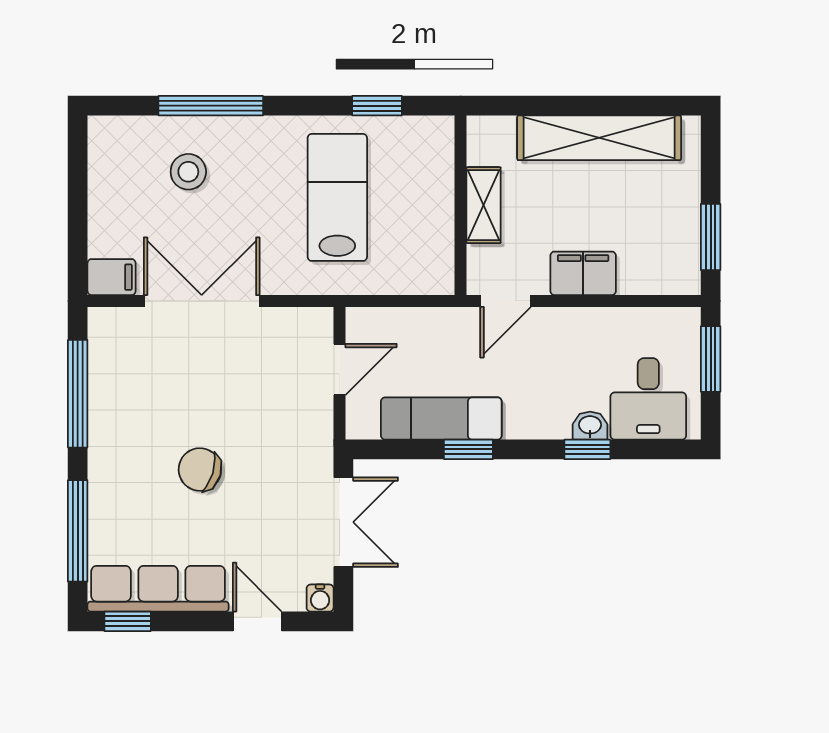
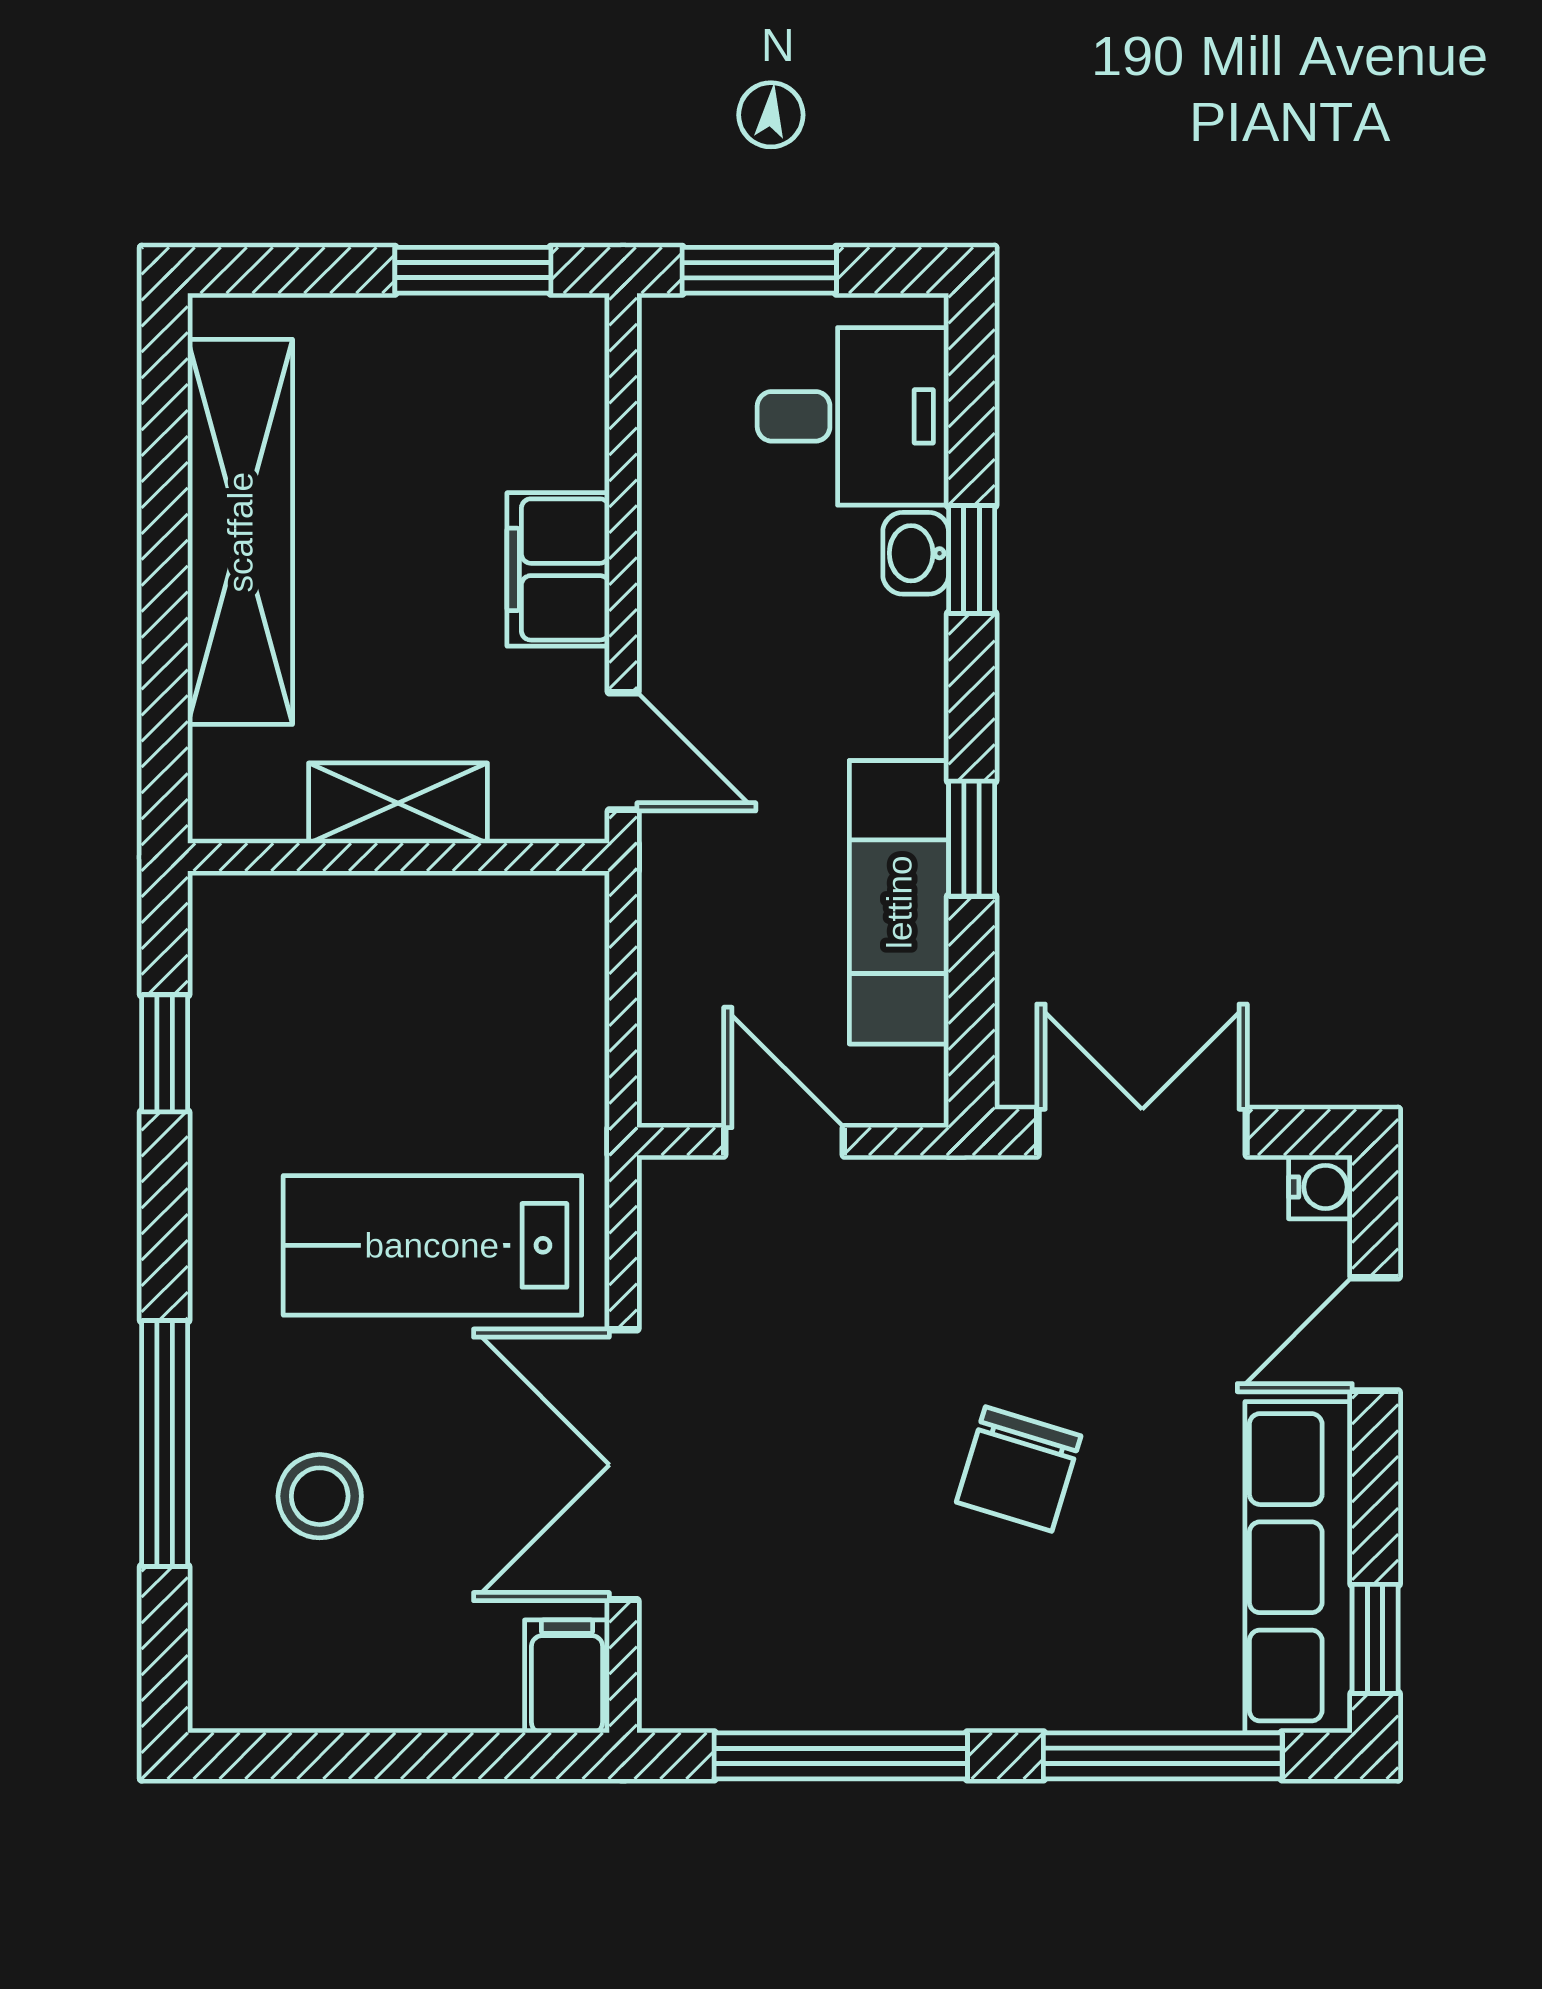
lab bench: (337, 197) -> (432, 1245), moved

